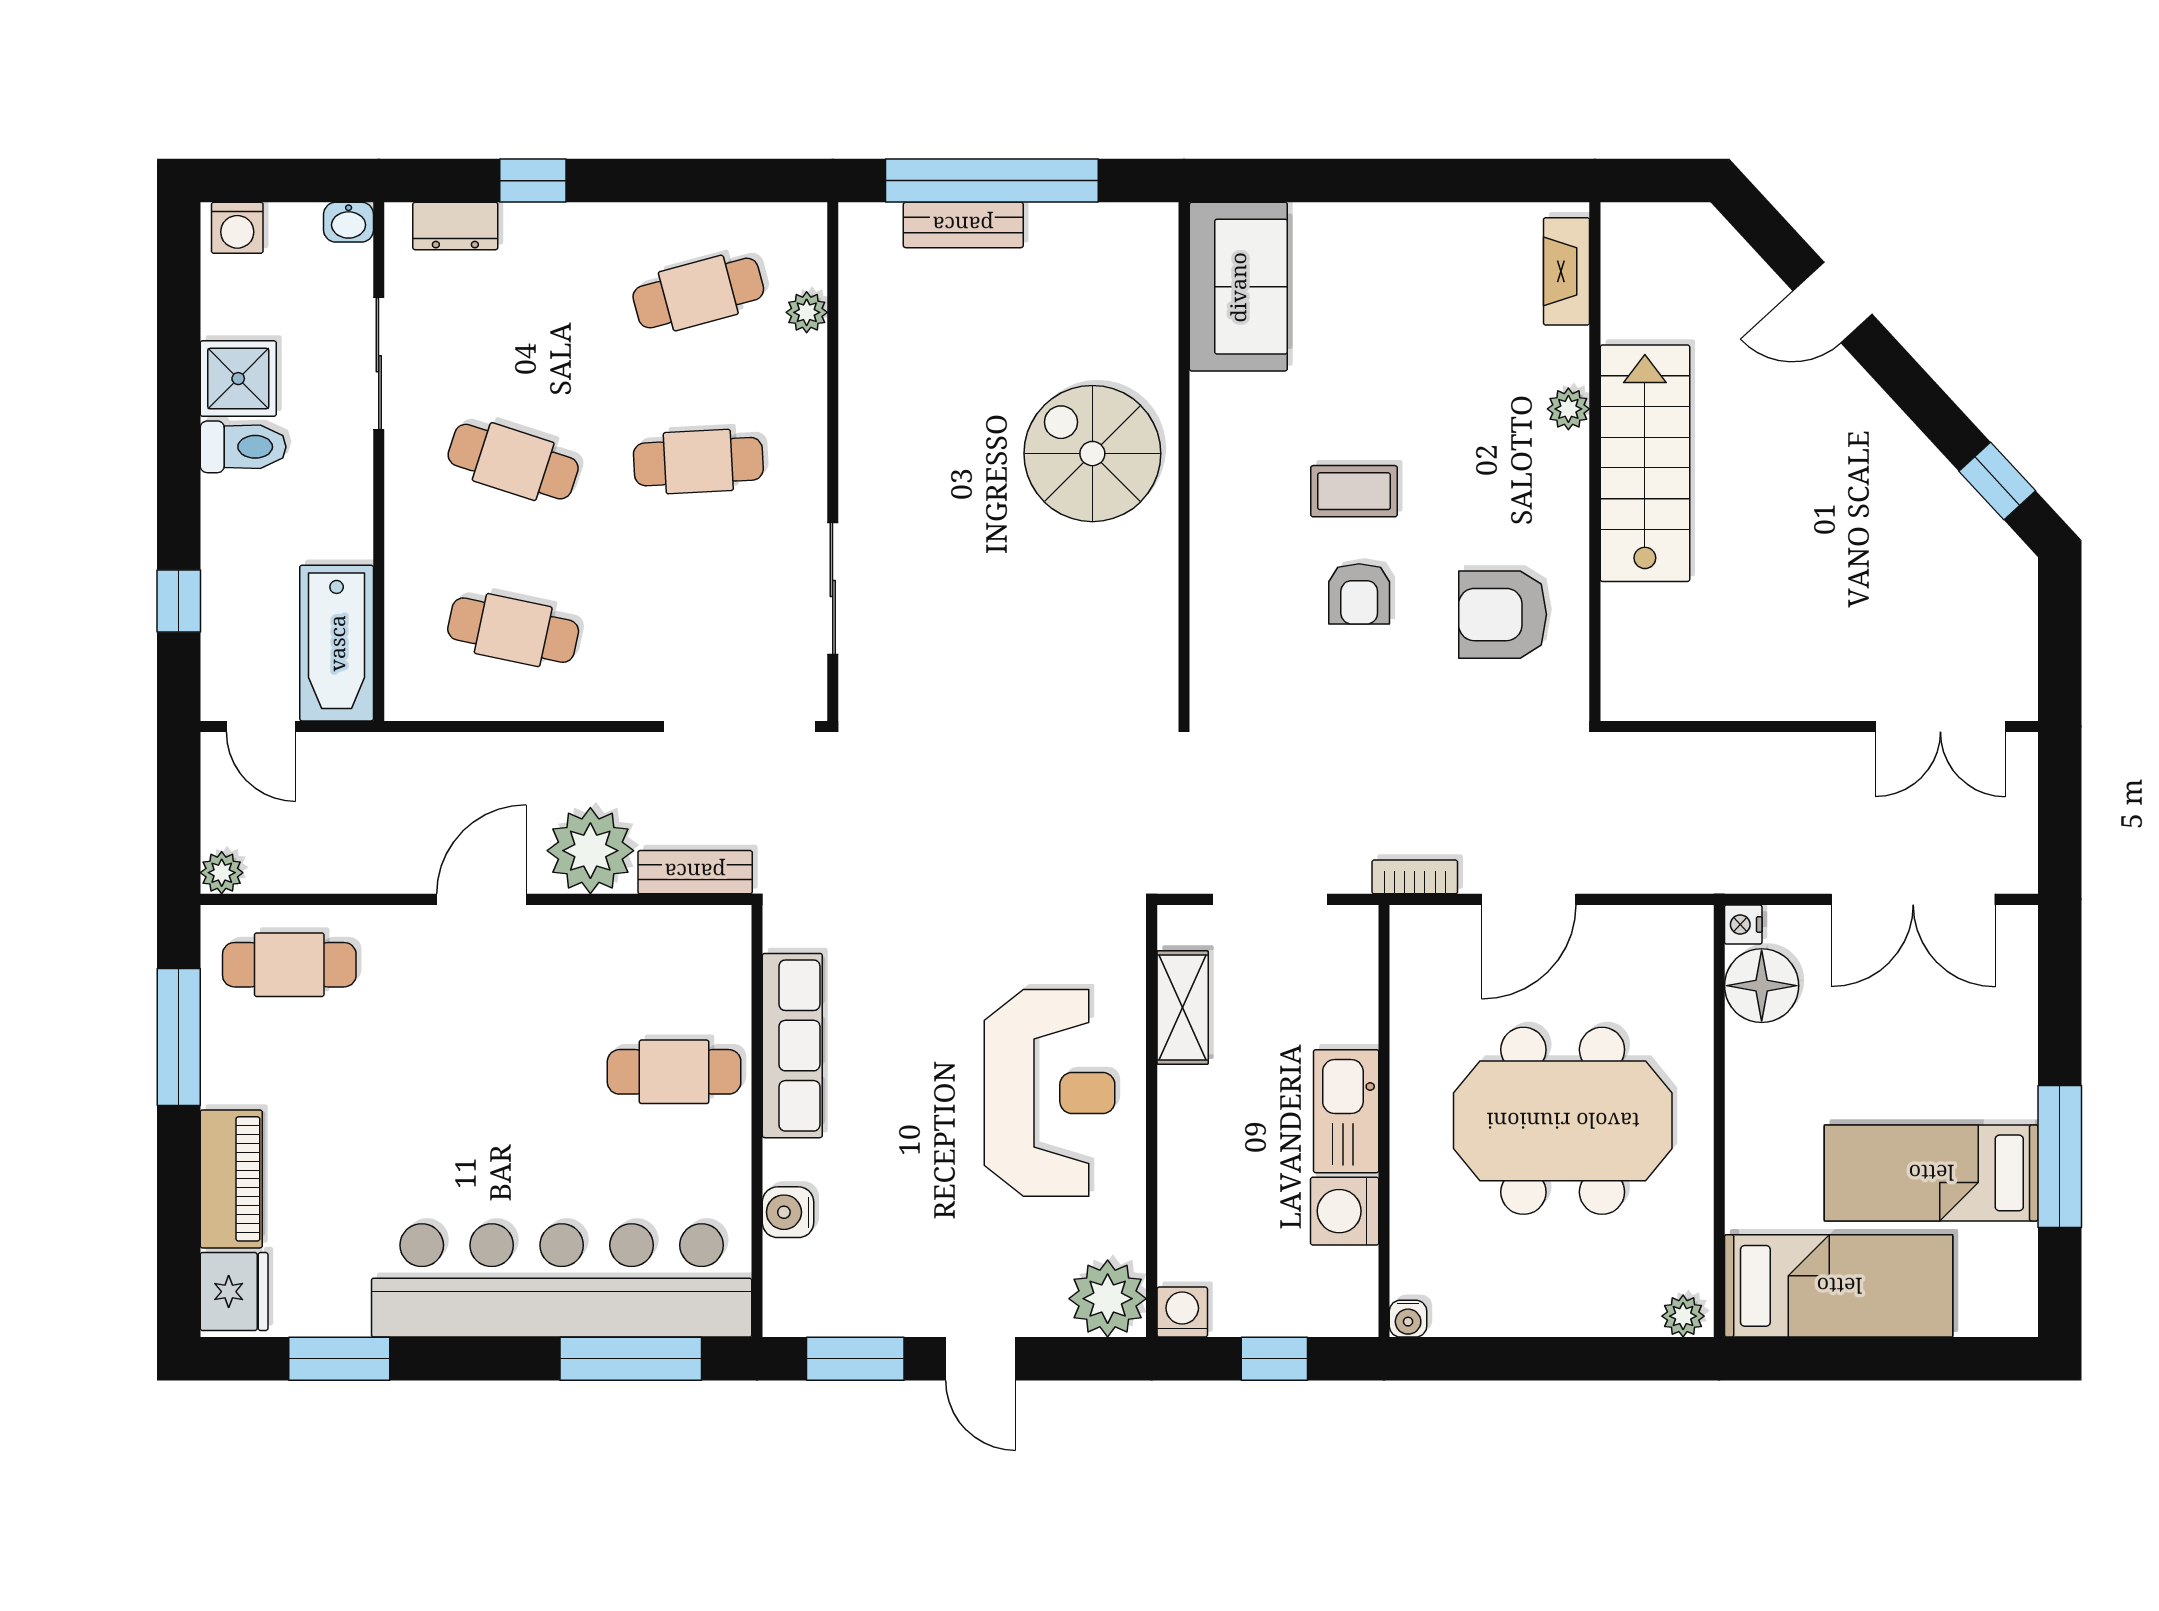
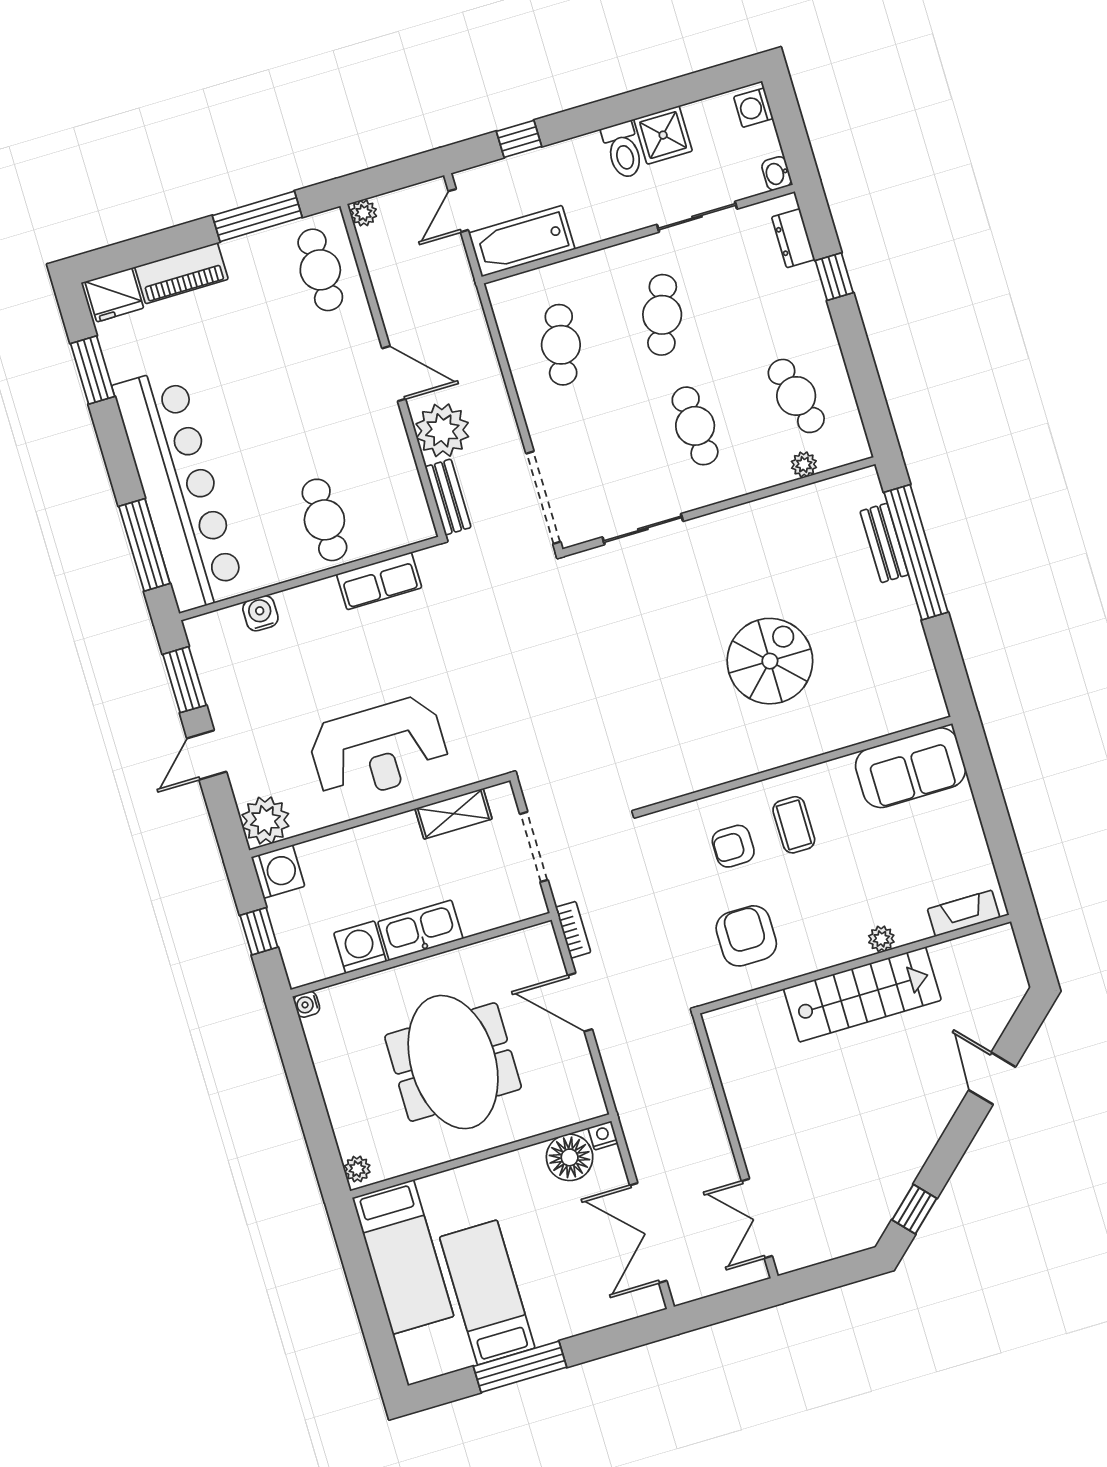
sofa: (1238, 287) -> (911, 768), moved
wall: (1184, 462) -> (796, 766), moved
row of seats: (792, 1046) -> (379, 581), width x0.68
washing machine: (1182, 1312) -> (278, 872), width x1.38, depth x1.38

